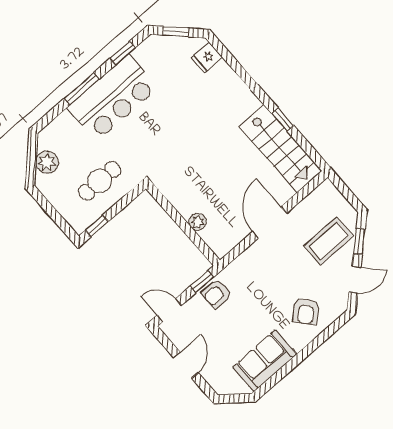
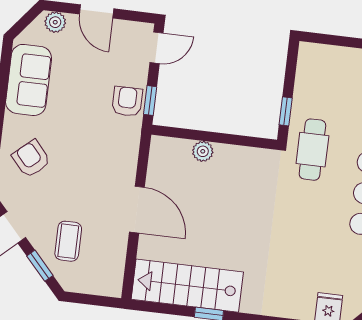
cafe table: (100, 181) -> (312, 150), moved
window: (97, 226) -> (286, 111), moved
coffee table: (329, 241) -> (68, 241), width x0.73, depth x0.77
plant: (217, 381) -> (55, 22), added

